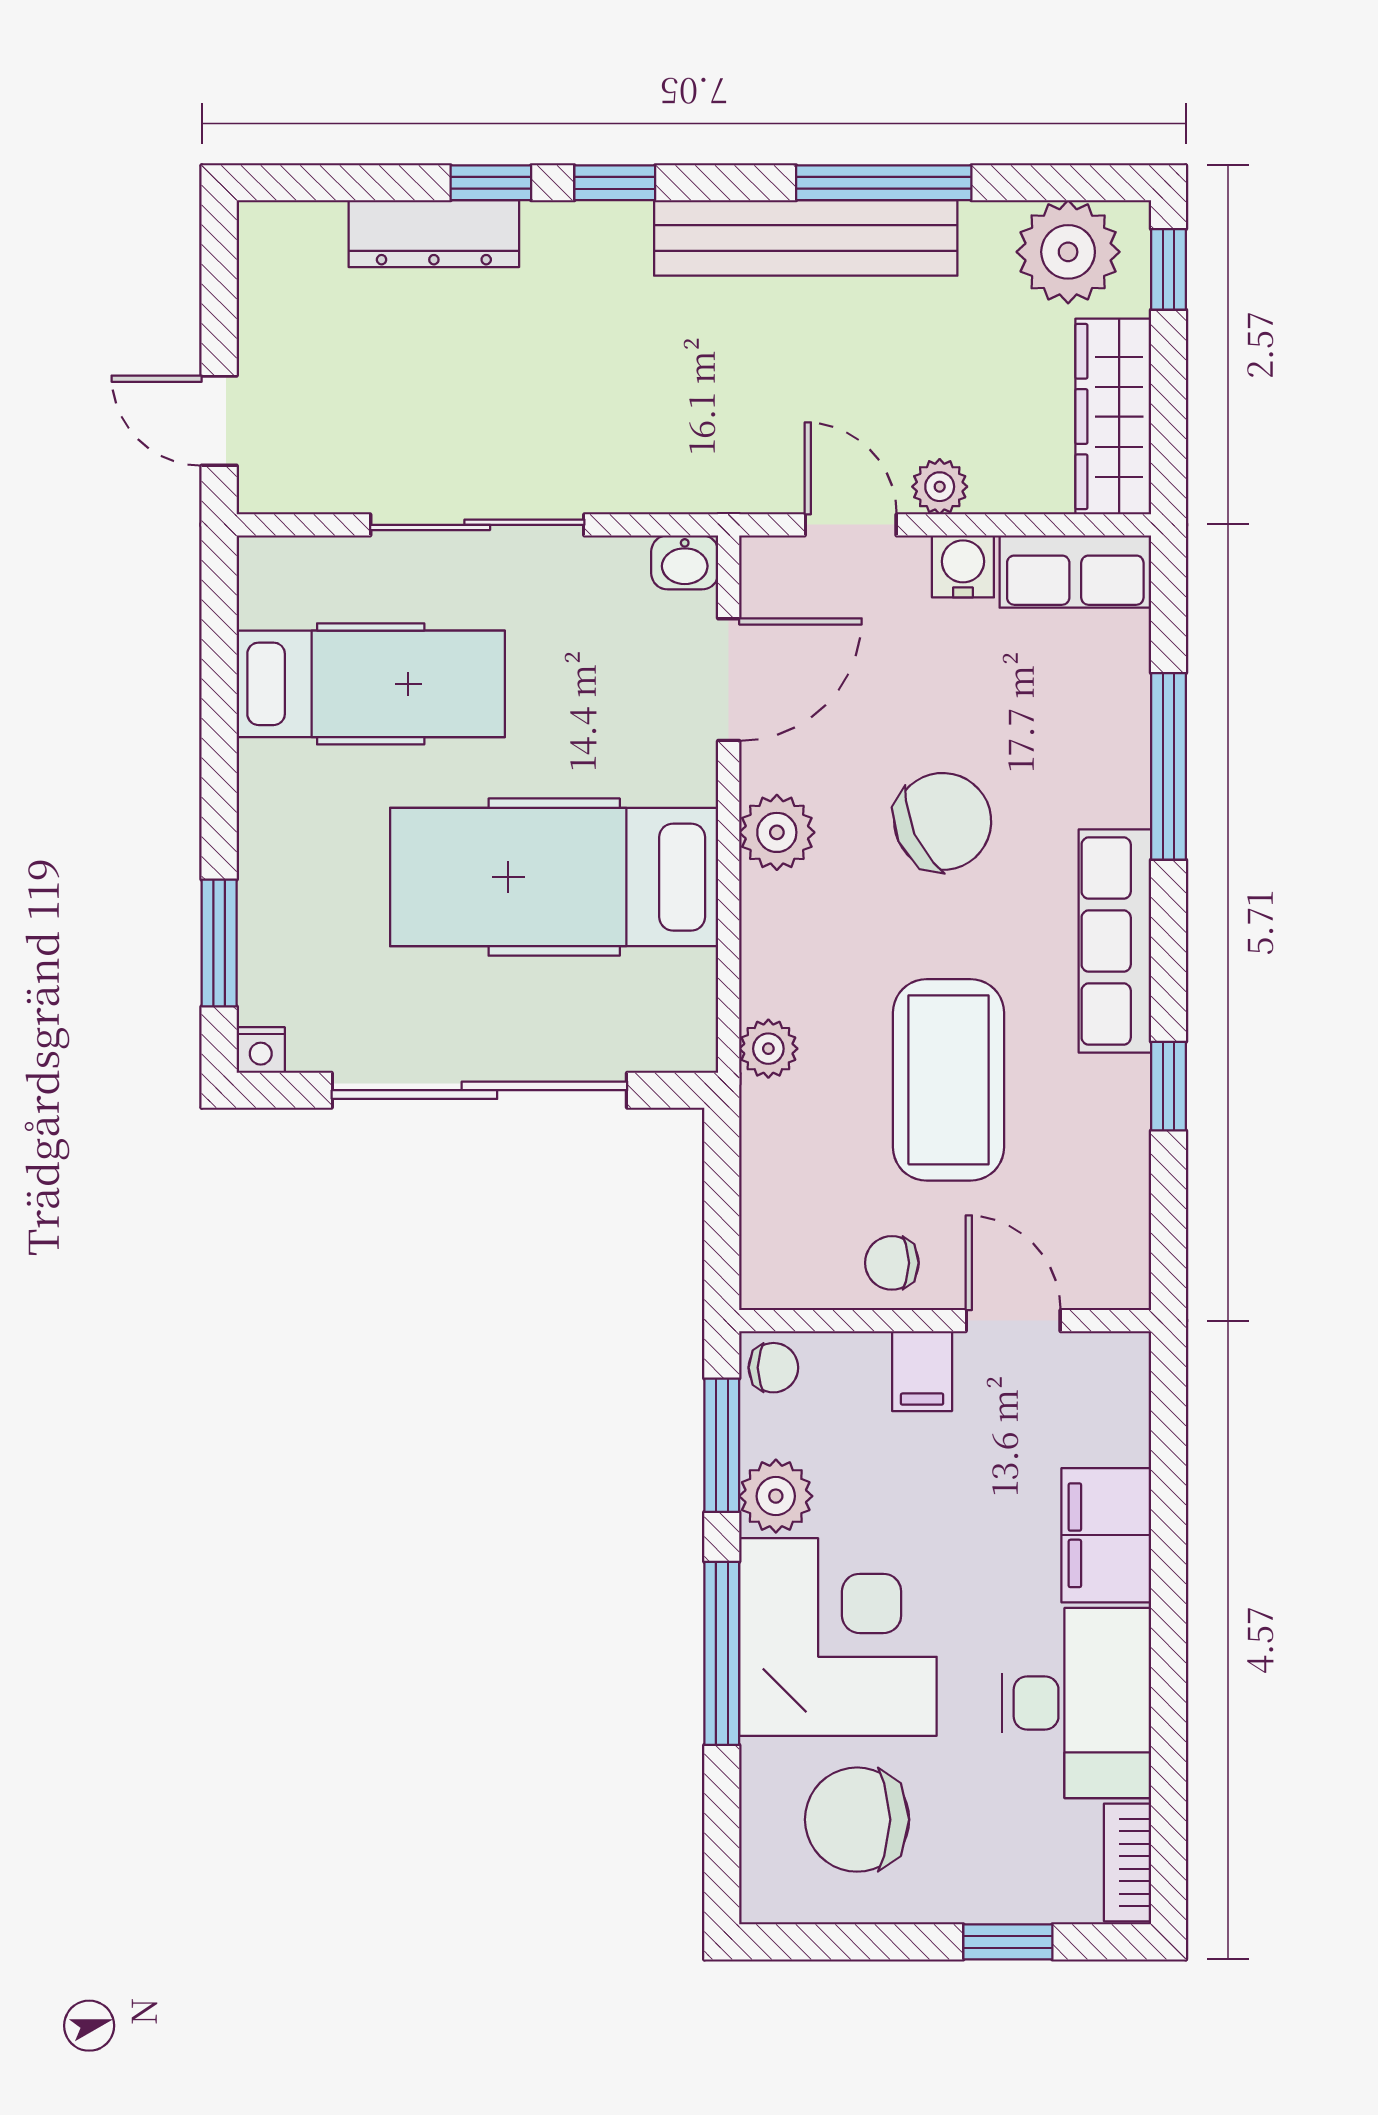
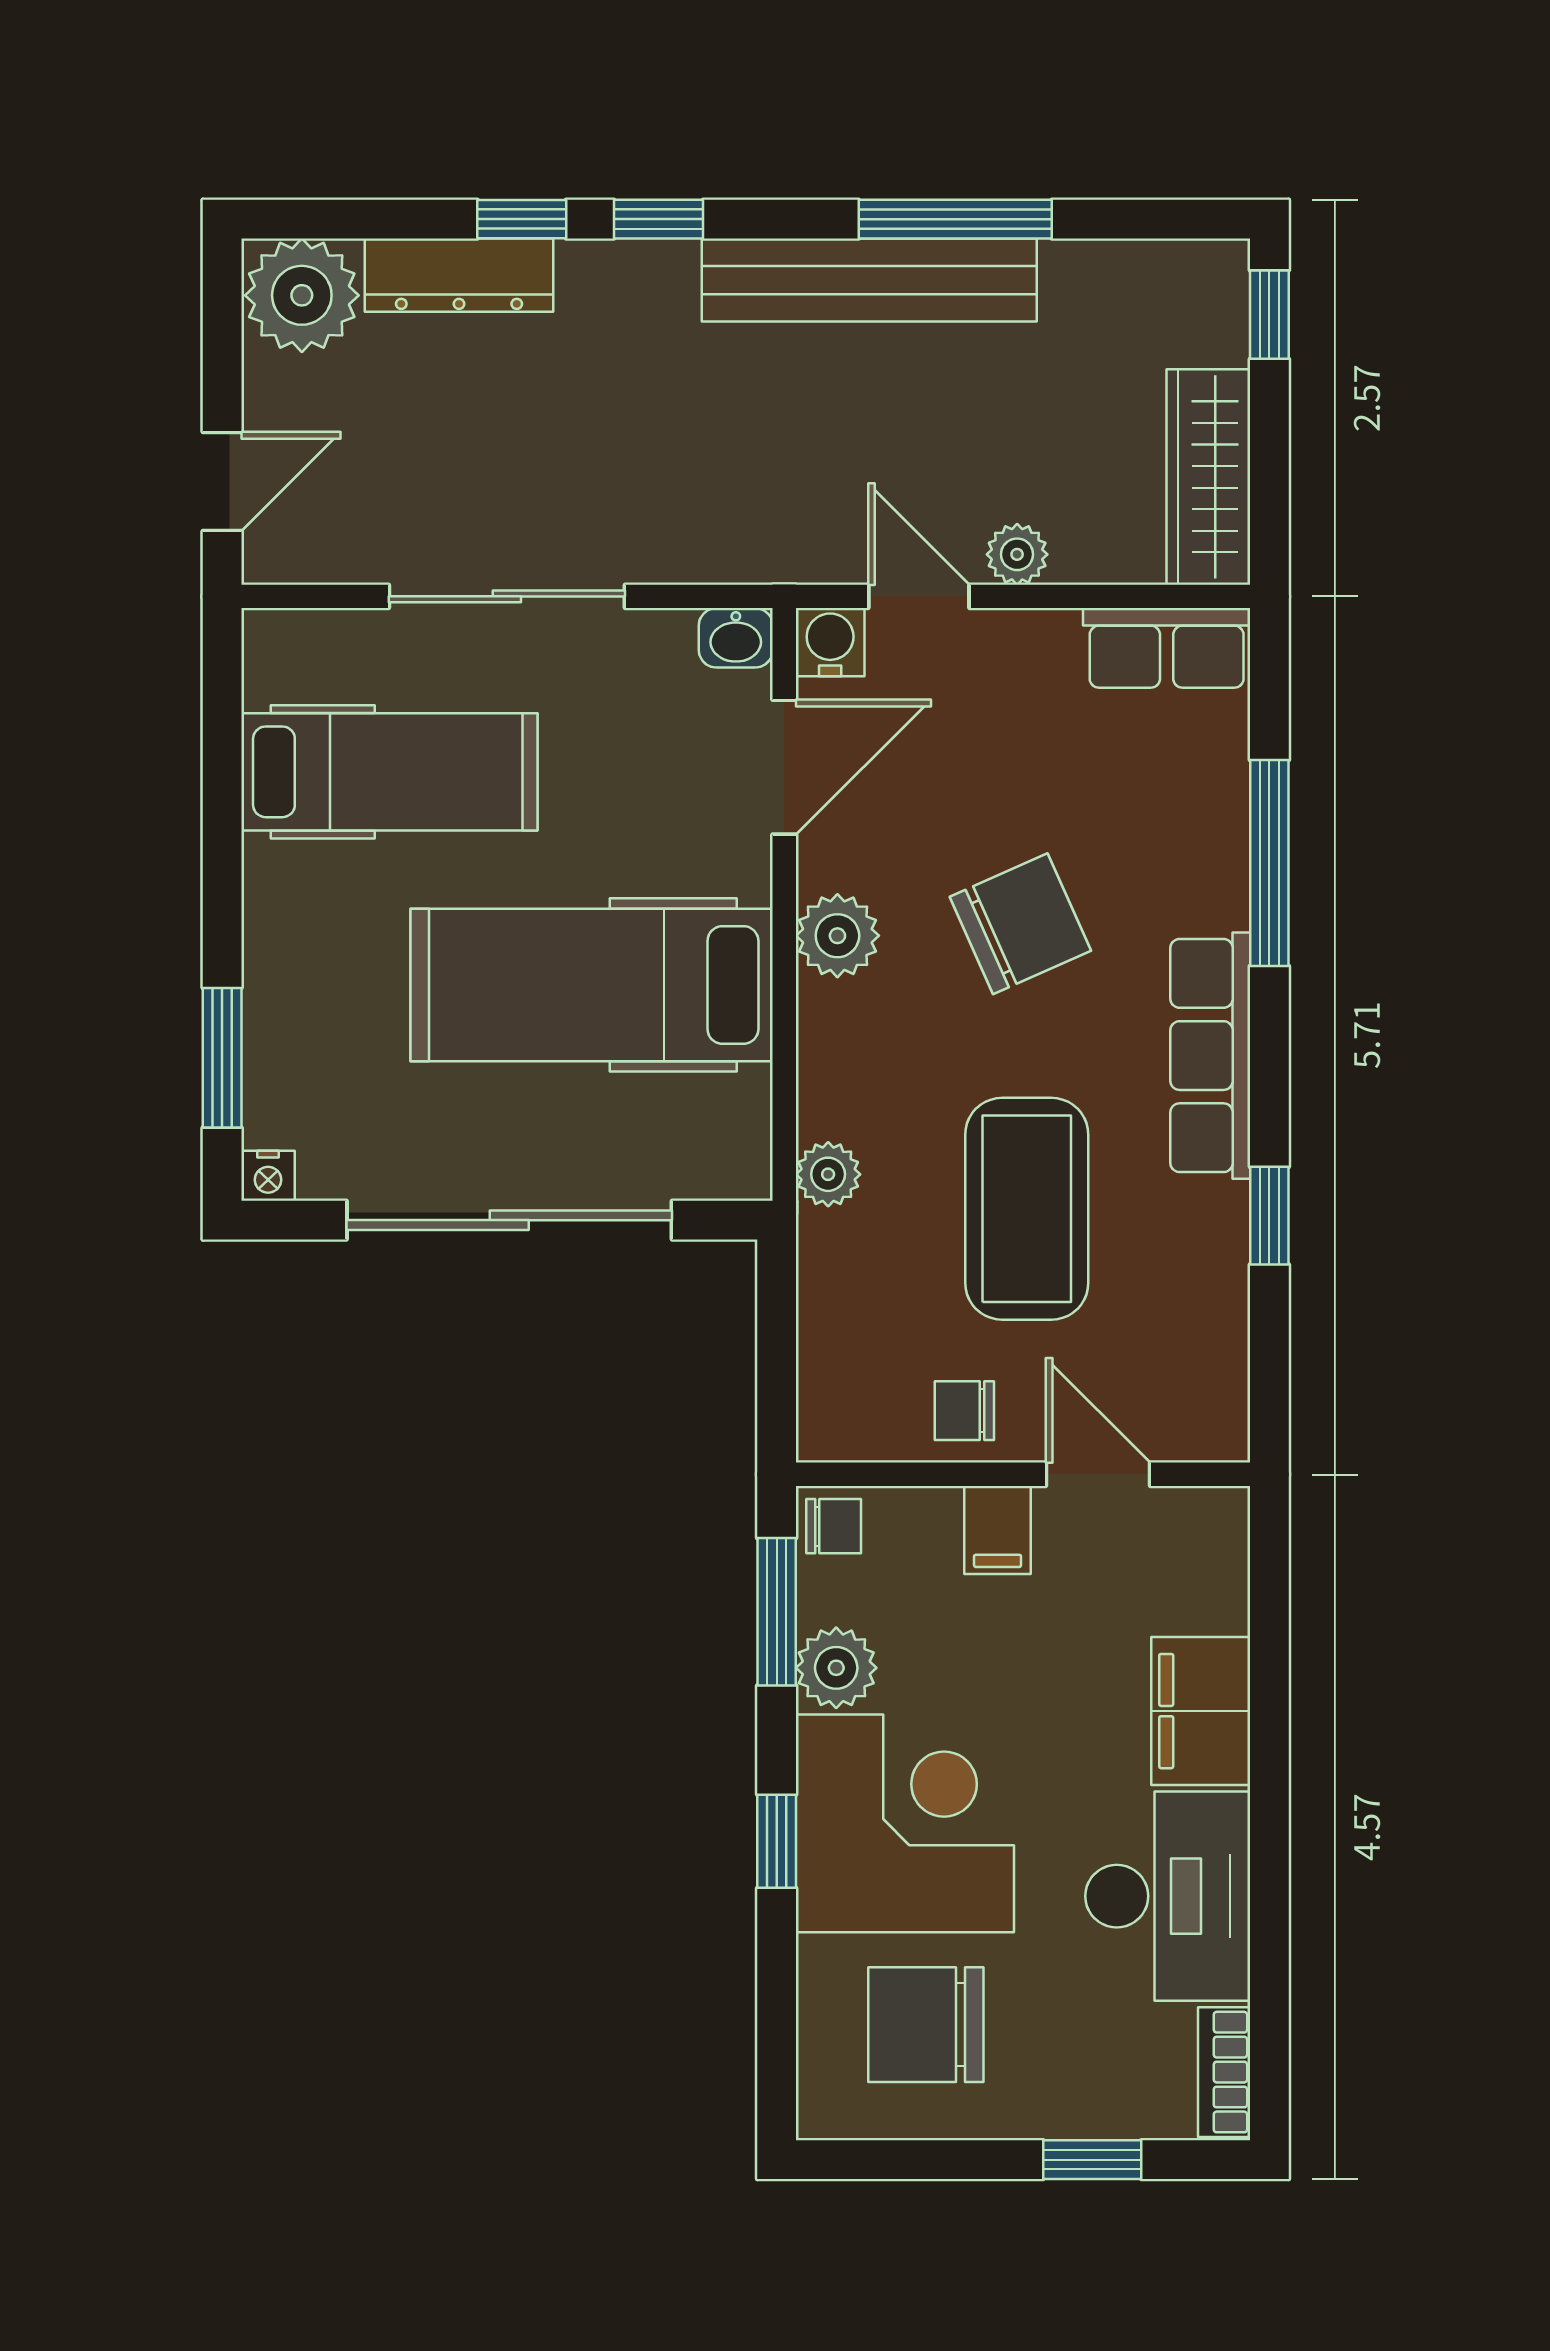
plant: (1068, 252) -> (302, 295), moved
door: (219, 421) -> (222, 481), swing flipped
water cooler: (963, 566) -> (830, 642), moved
window: (722, 1653) -> (777, 1841), width x0.46

